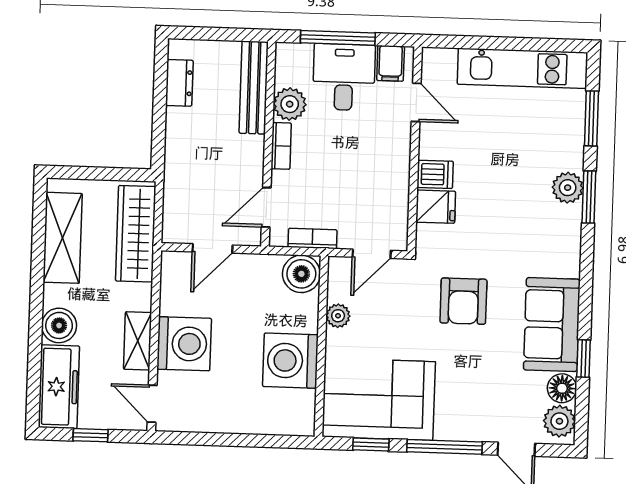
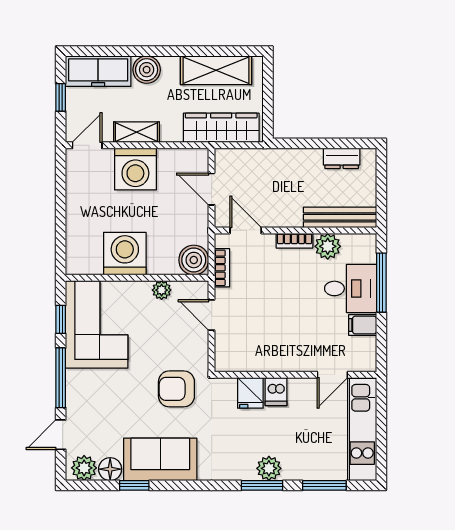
door: (416, 102) -> (332, 375), moved
wall: (415, 149) -> (295, 375), moved
dishwasher: (435, 174) -> (276, 392), moved
fridge: (436, 207) -> (250, 393), moved

